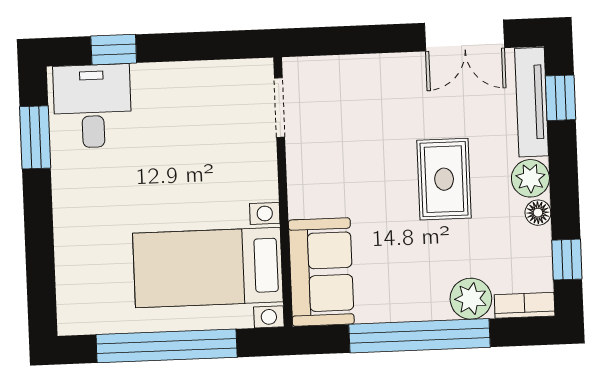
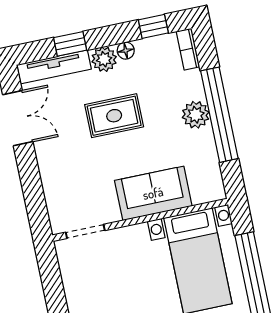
window: (560, 98) -> (70, 44), moved
sofa: (321, 272) -> (153, 193), moved
plant: (471, 299) -> (196, 115), moved

